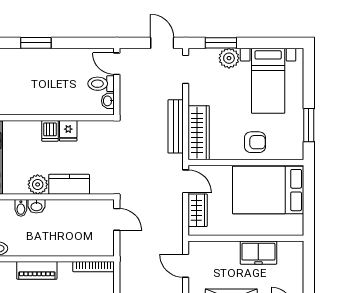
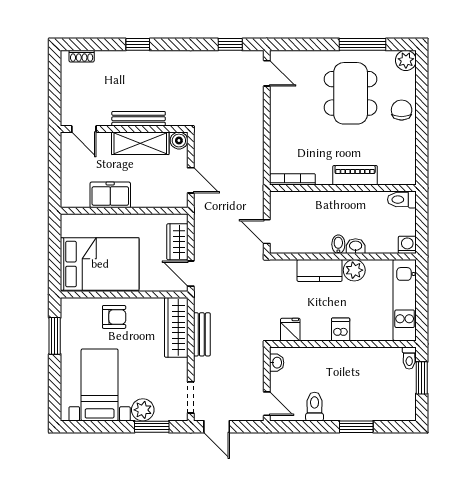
toilet: (101, 84) -> (315, 407), moved, turned -90
bench: (176, 126) -> (202, 334), width x0.73
fridge: (68, 131) -> (290, 330), moved
armchair: (255, 142) -> (114, 317), turned 180
bidet: (21, 208) -> (338, 244), moved

